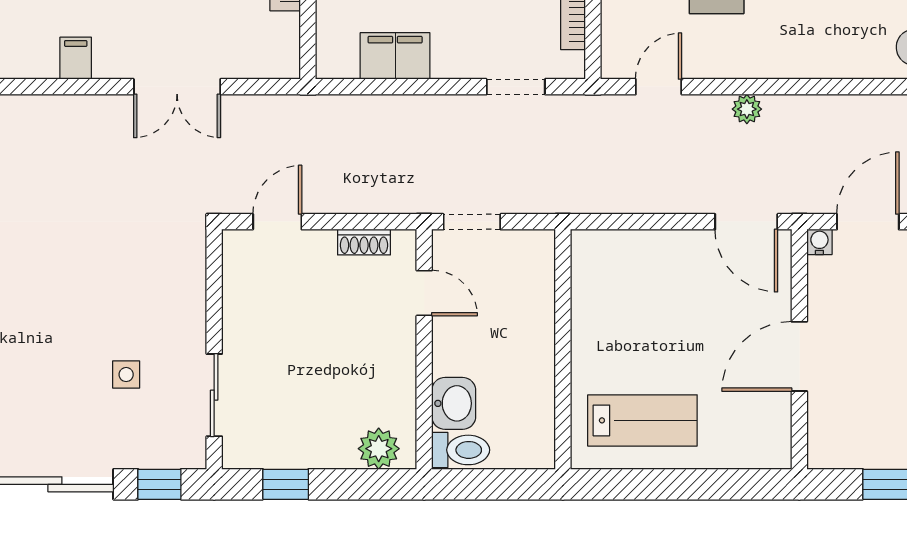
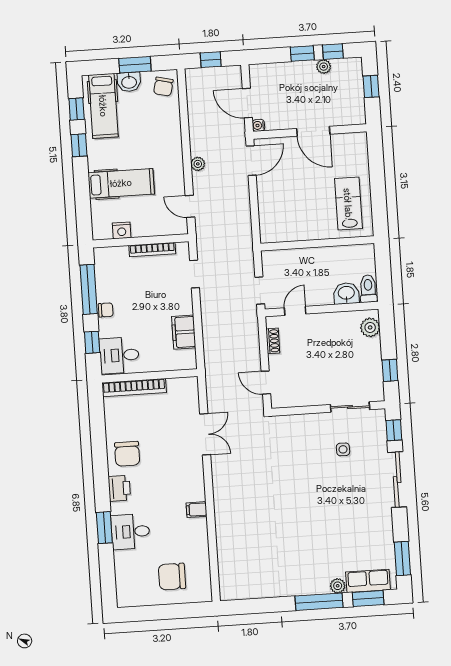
filing cabinet: (76, 58) -> (197, 510), moved

